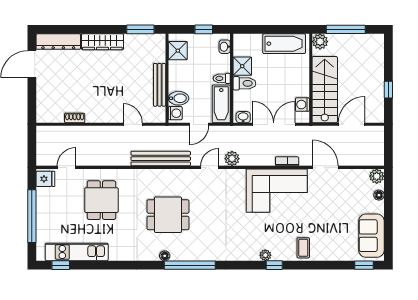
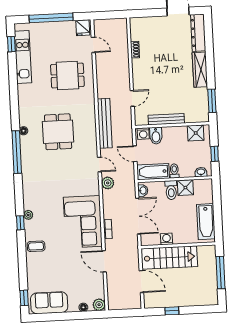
plant: (320, 42) -> (209, 252), removed
washing machine: (302, 105) -> (166, 239), moved
door: (325, 167) -> (104, 261), swing flipped

